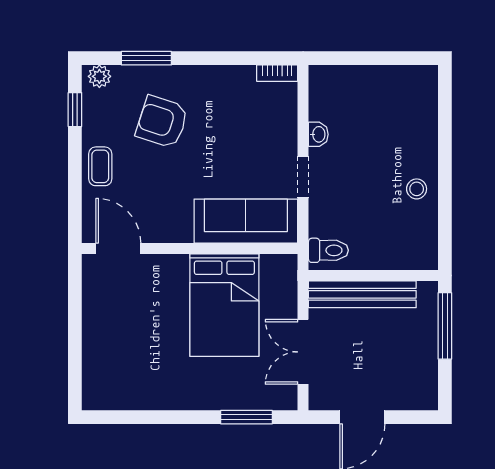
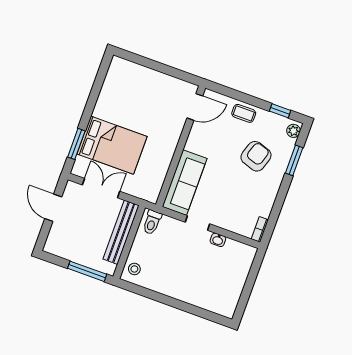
stool: (417, 189) -> (134, 269), moved
bed: (224, 305) -> (112, 145), moved, turned 180

